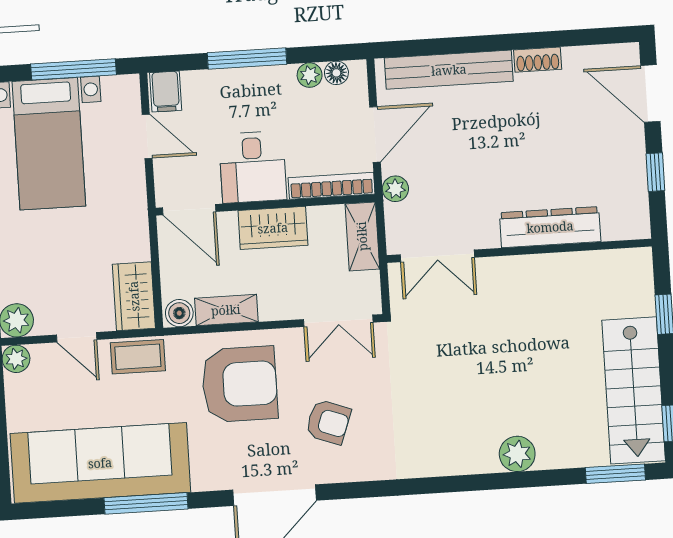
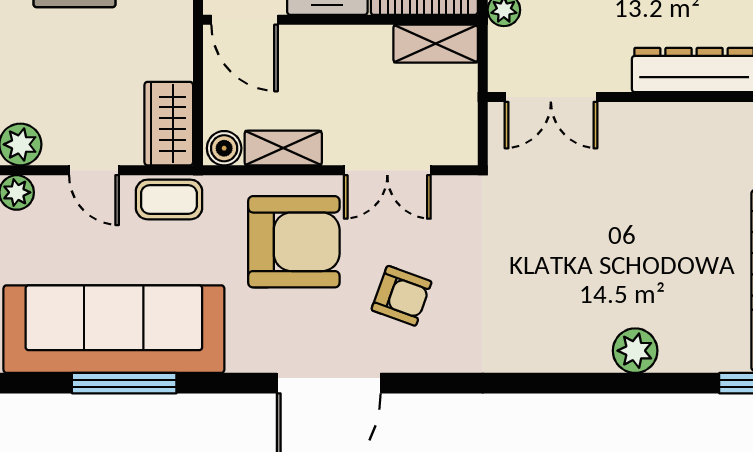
wardrobe: (273, 228) -> (348, 49), removed
shelving: (362, 236) -> (436, 44), moved, turned 90
double door: (338, 321) -> (387, 170), moved
window: (146, 503) -> (124, 383), moved

